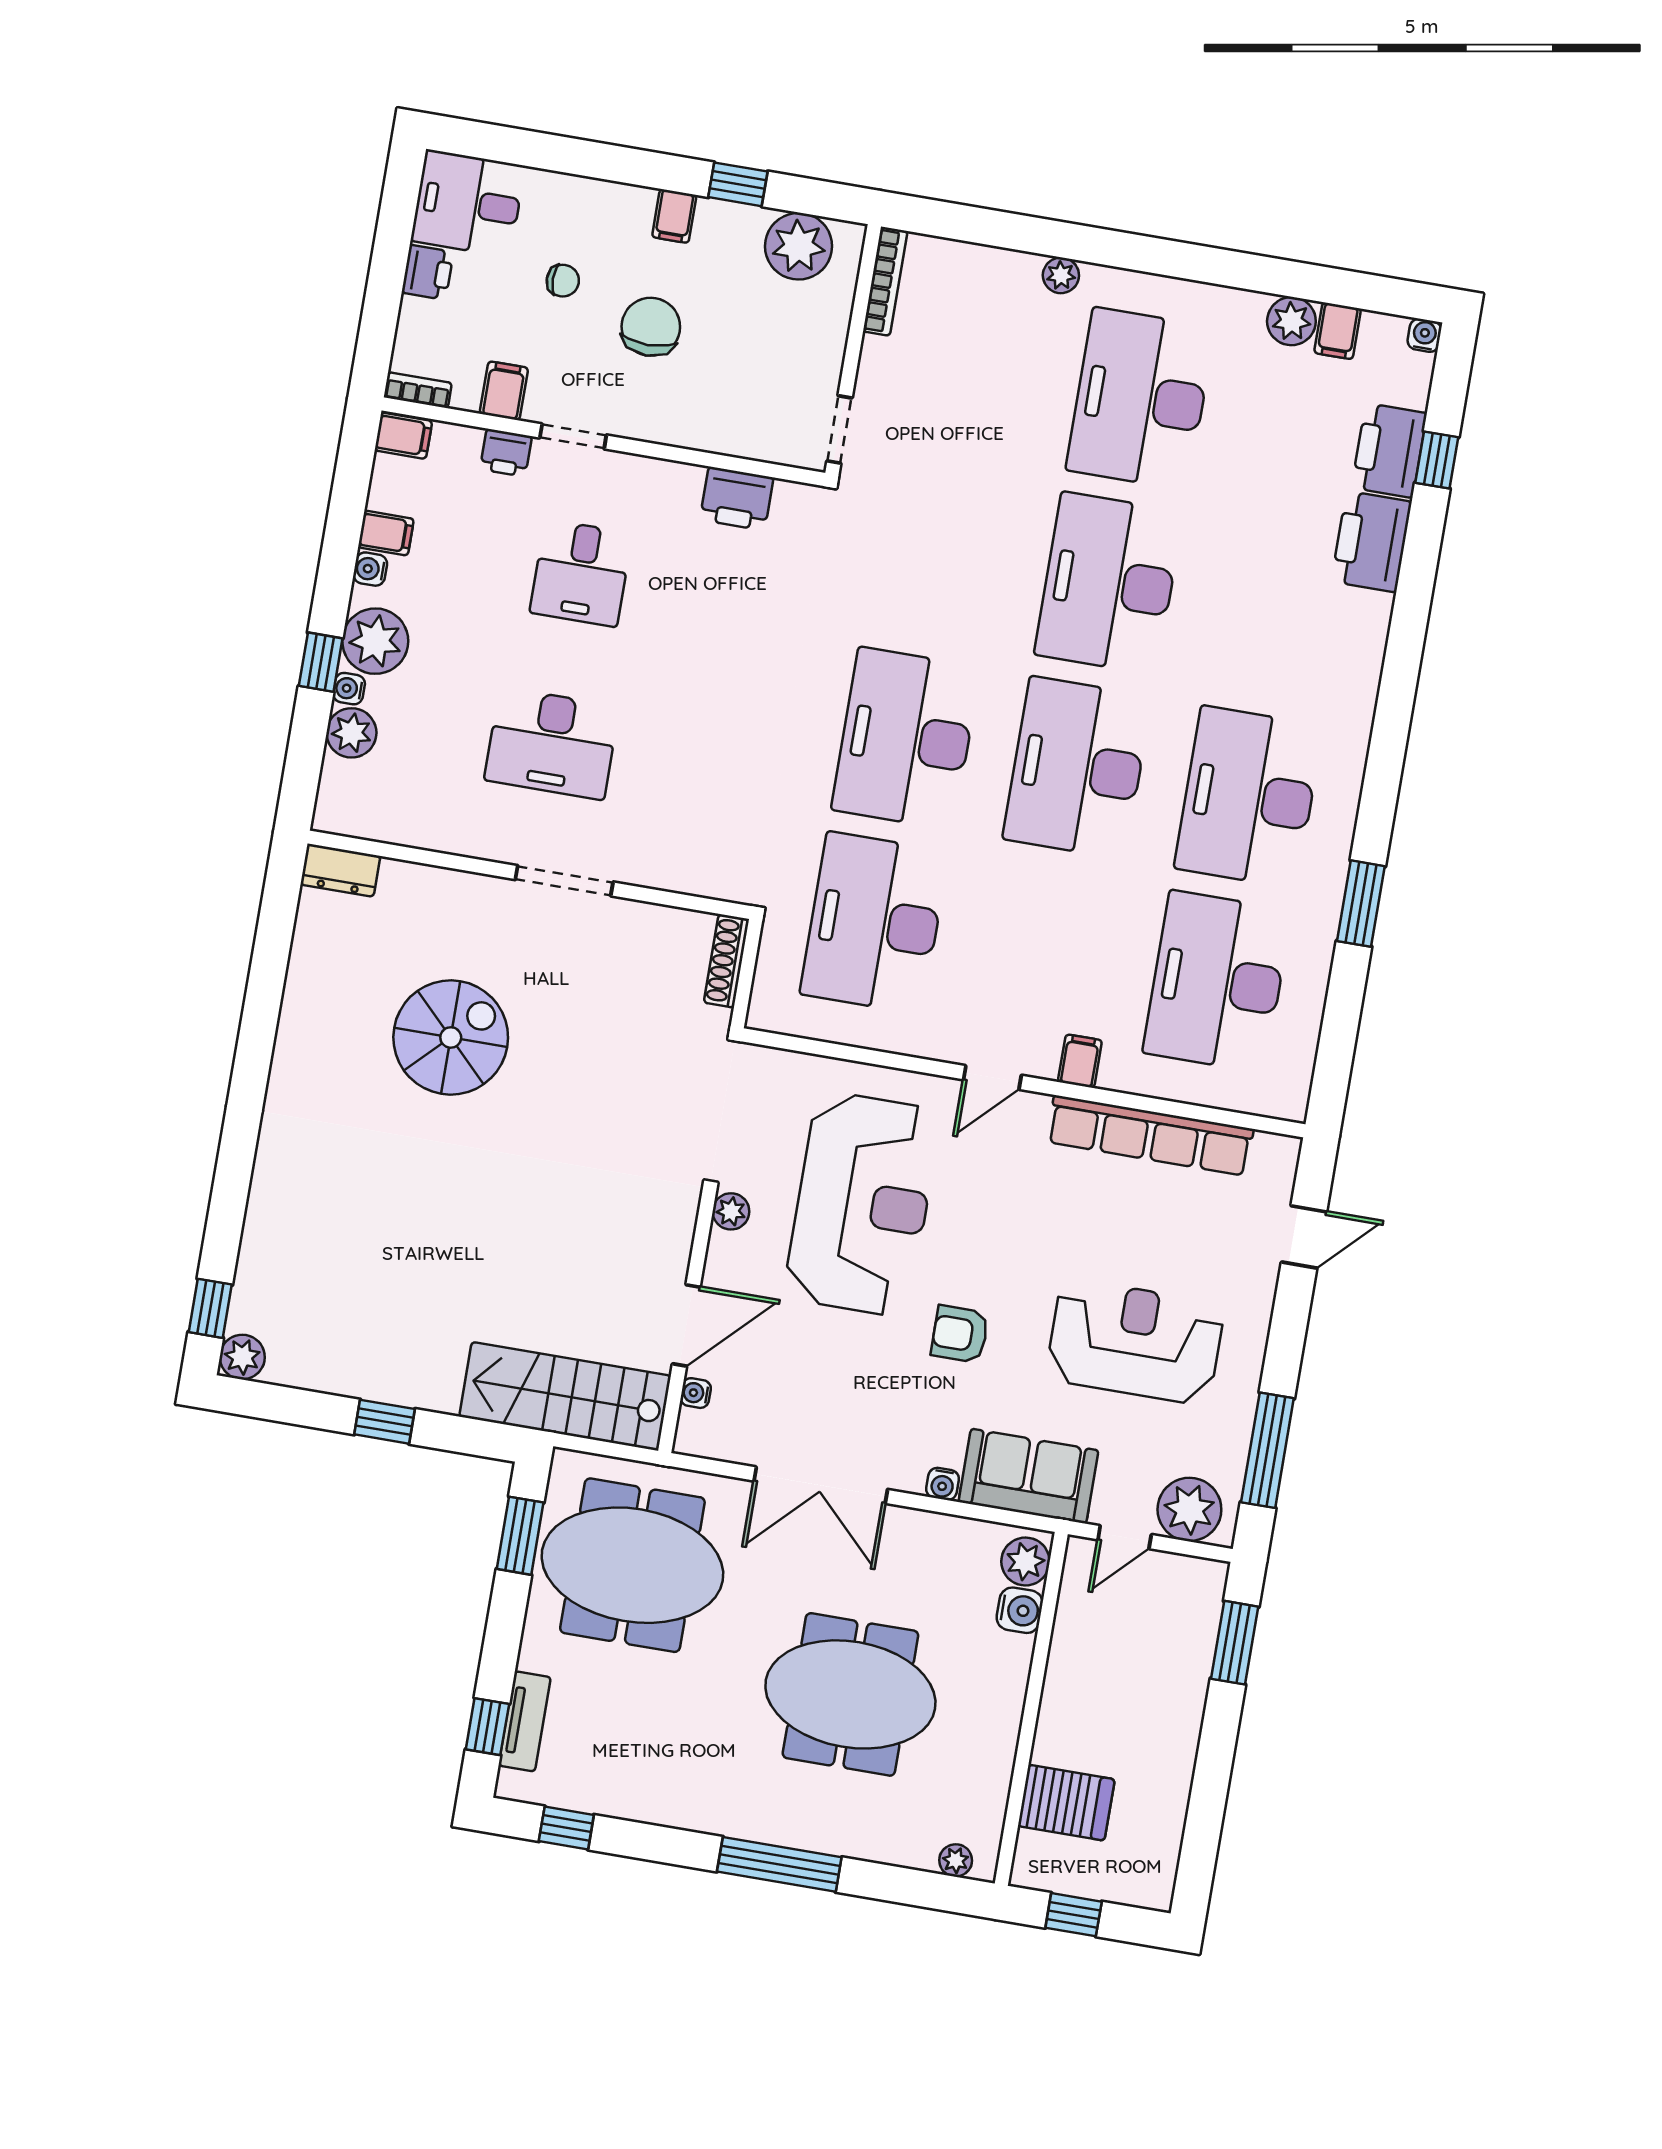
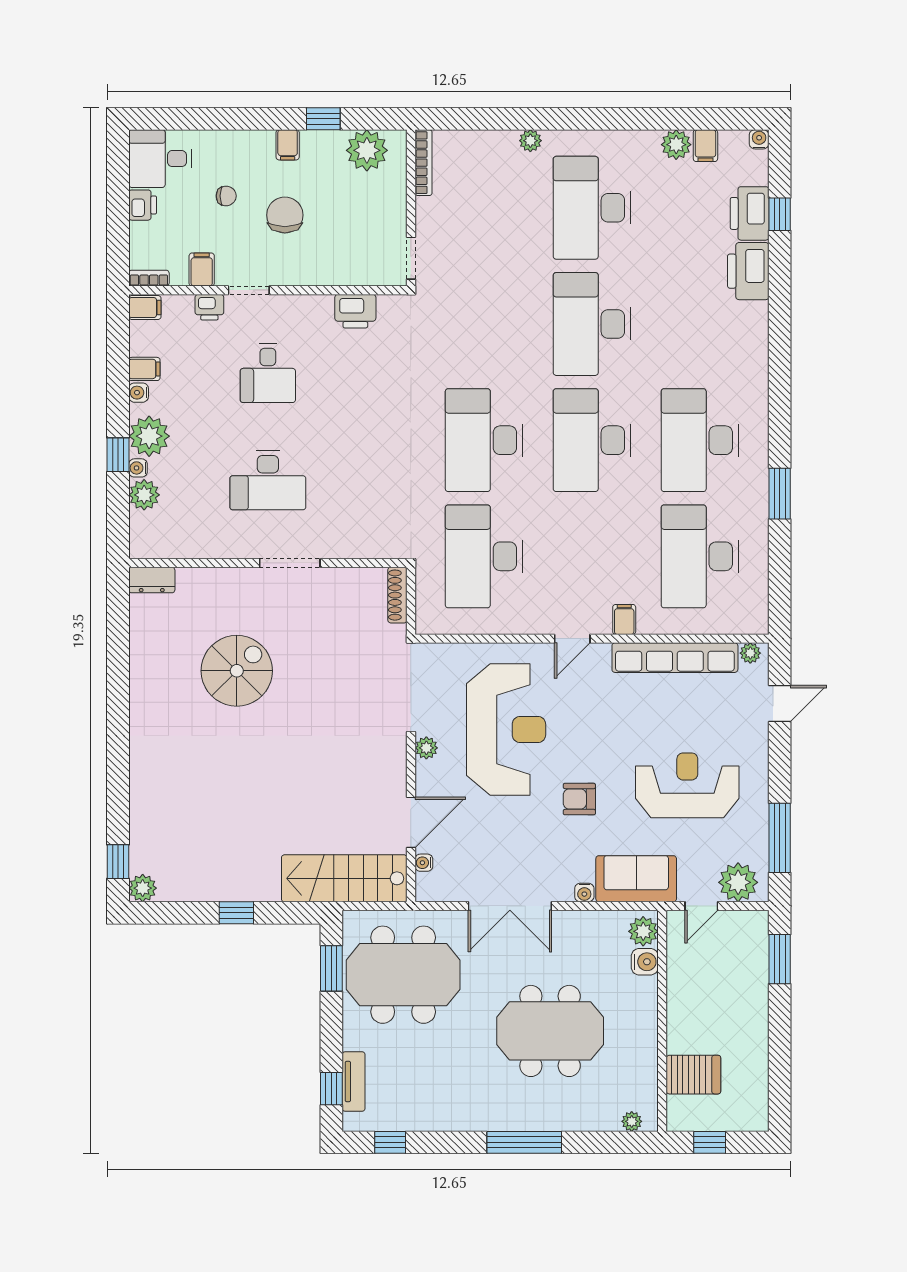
plant: (1271, 1149) -> (750, 653), added

